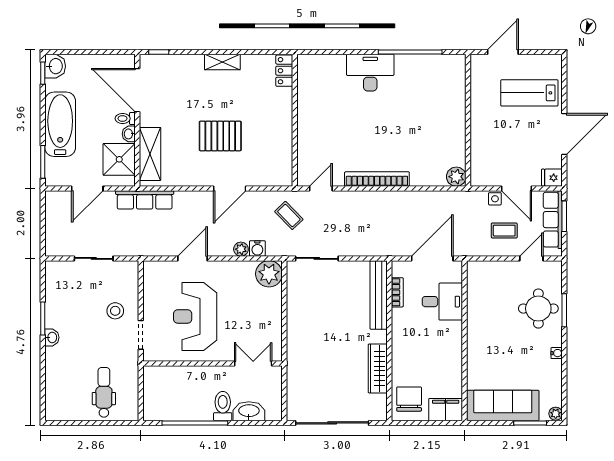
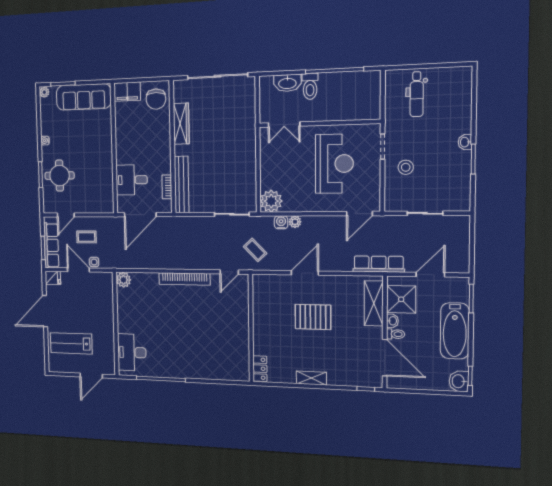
desk: (370, 73) -> (132, 352), moved, turned 90
lab bench: (529, 93) -> (71, 343), turned 180
door: (192, 258) -> (359, 214), moved

